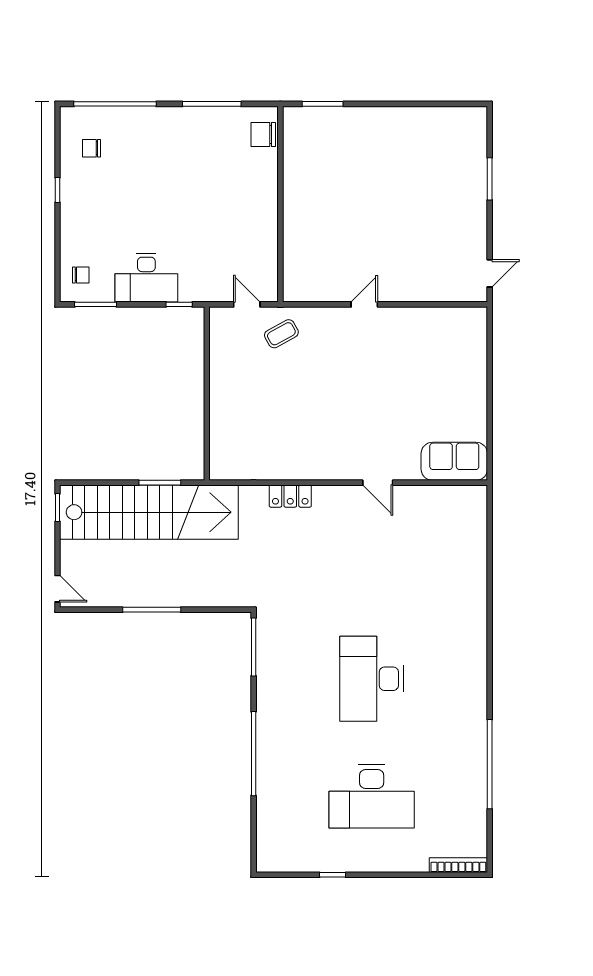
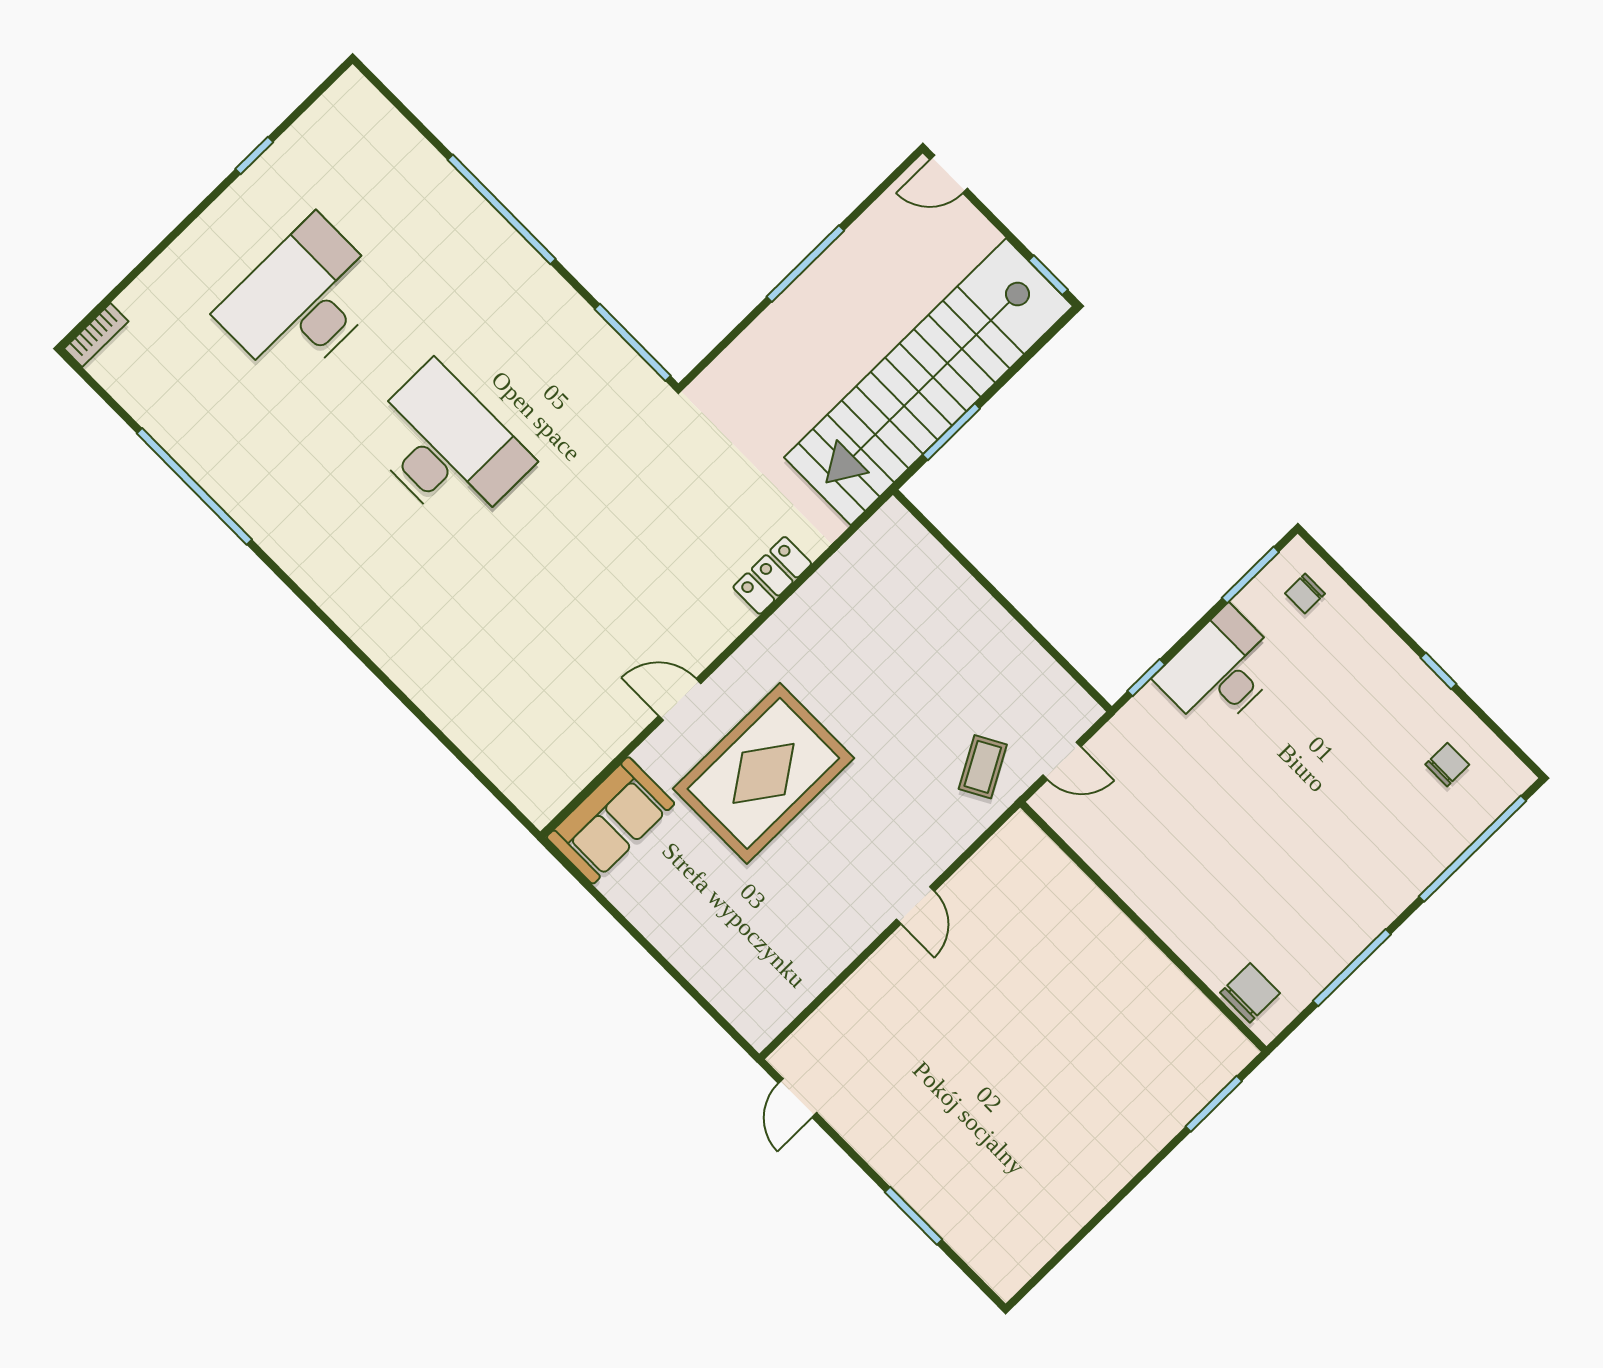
rug: (373, 419) -> (763, 773), added
bookcase: (458, 865) -> (96, 335), width x0.64

